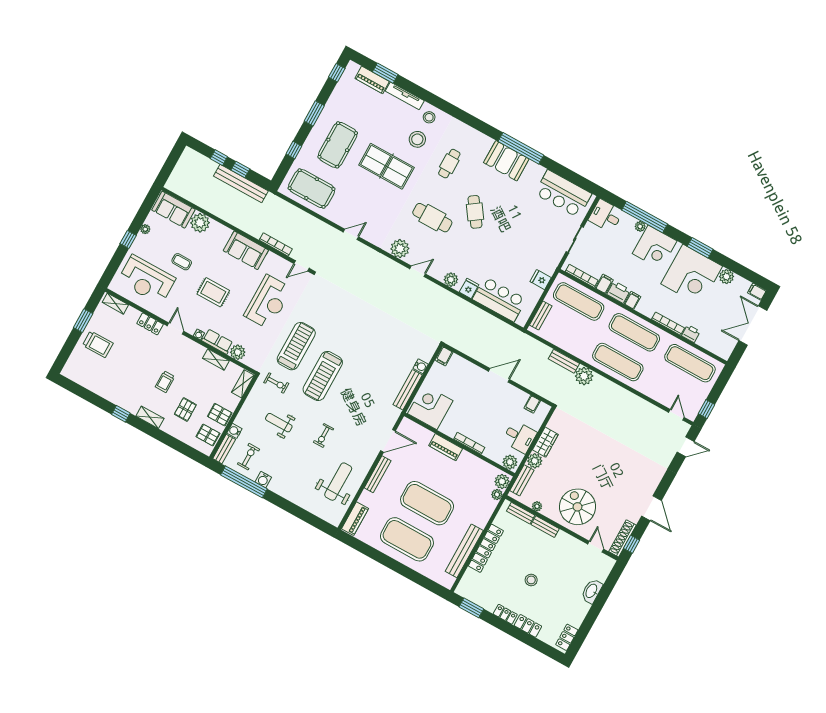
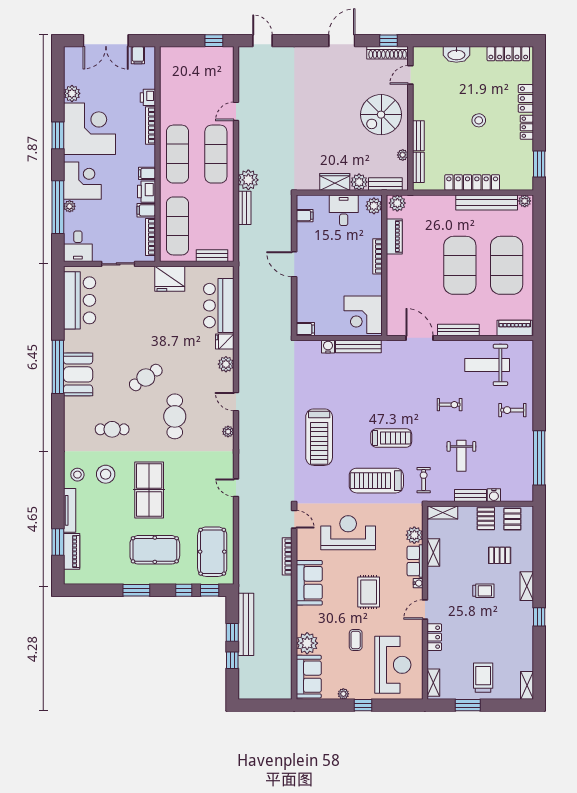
window: (337, 73) -> (210, 590), moved
plant: (400, 249) -> (228, 432), width x0.53, depth x0.53
fridge: (541, 280) -> (170, 279), width x1.88, depth x1.34
filing cabinet: (757, 292) -> (138, 55), moved
treadmill: (354, 320) -> (319, 437), added
exercise mat: (690, 363) -> (177, 82), removed
shelving: (73, 375) -> (527, 685), added
treadmill: (323, 376) -> (391, 438), width x0.73, depth x0.73
door: (676, 415) -> (236, 111), moved
piano: (446, 447) -> (394, 236), moved
bench: (224, 449) -> (470, 495), moved
exercise bike: (249, 457) -> (512, 410), moved
water cooler: (263, 480) -> (526, 440), removed
plant: (497, 494) -> (525, 201), moved
locker: (567, 637) -> (508, 54), width x1.53

